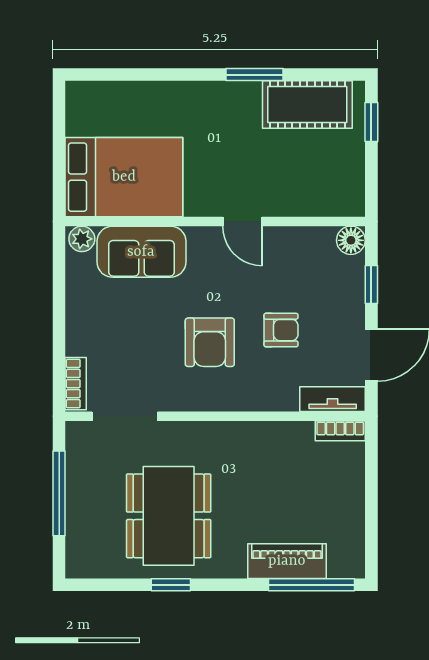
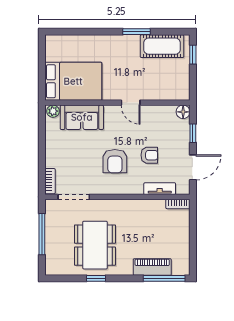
tv unit: (333, 399) -> (160, 189), moved

